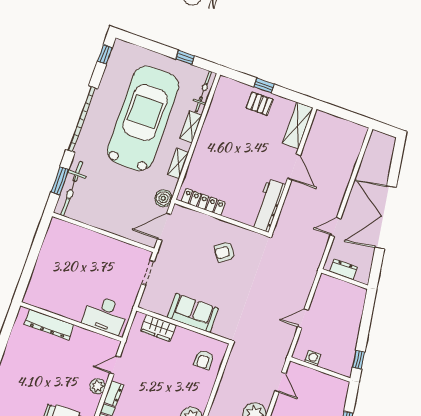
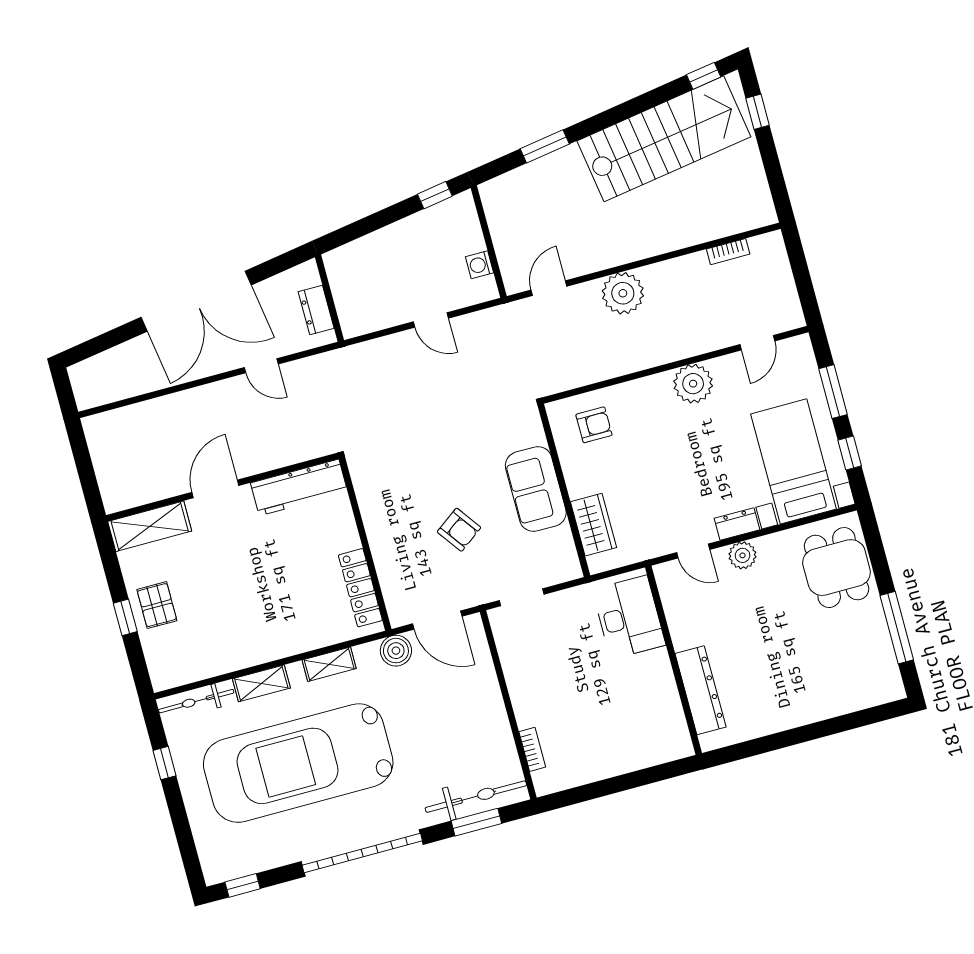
bookcase: (75, 229) -> (532, 749), added
armchair: (225, 252) -> (459, 530), moved

